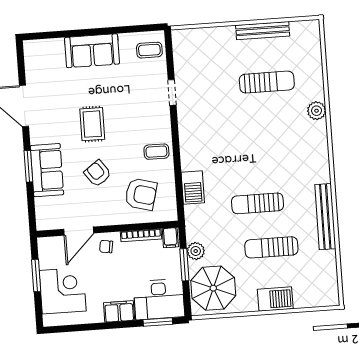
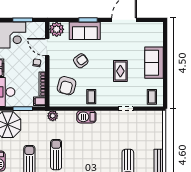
rug: (92, 124) -> (120, 71), moved, turned 90
barbecue: (193, 188) -> (86, 117), moved
plant: (48, 218) -> (57, 29), added
plant: (196, 251) -> (53, 116), moved

